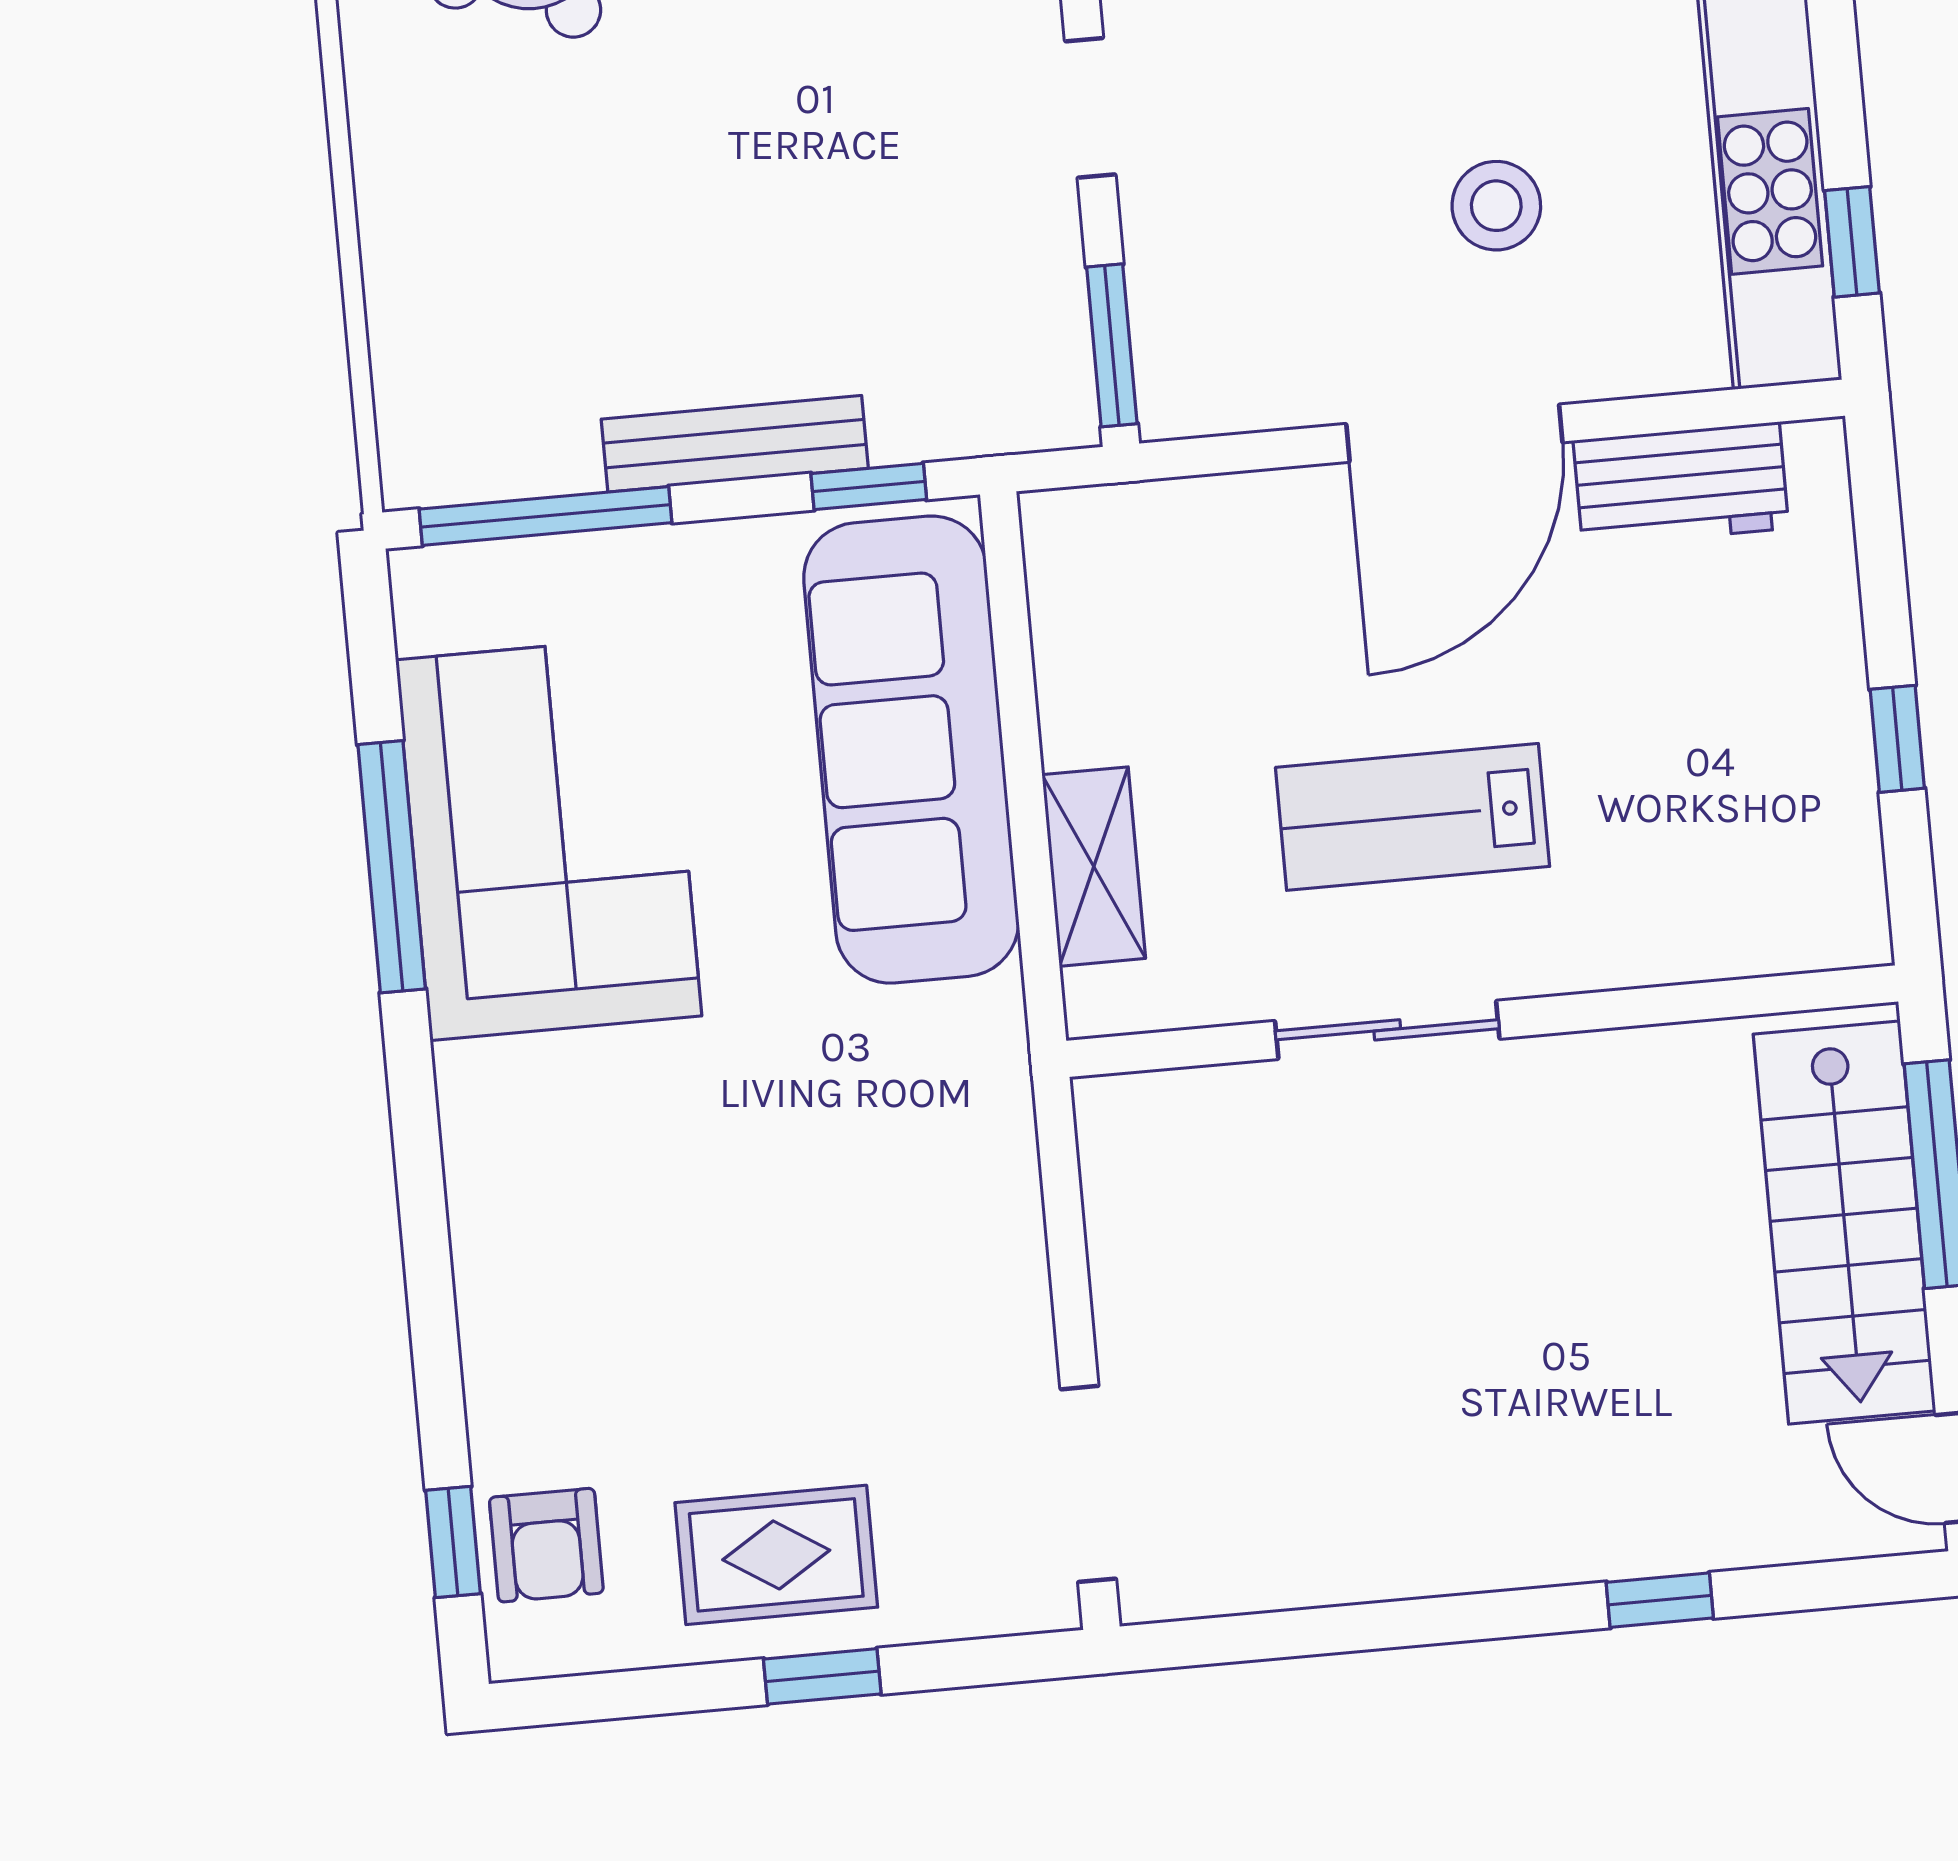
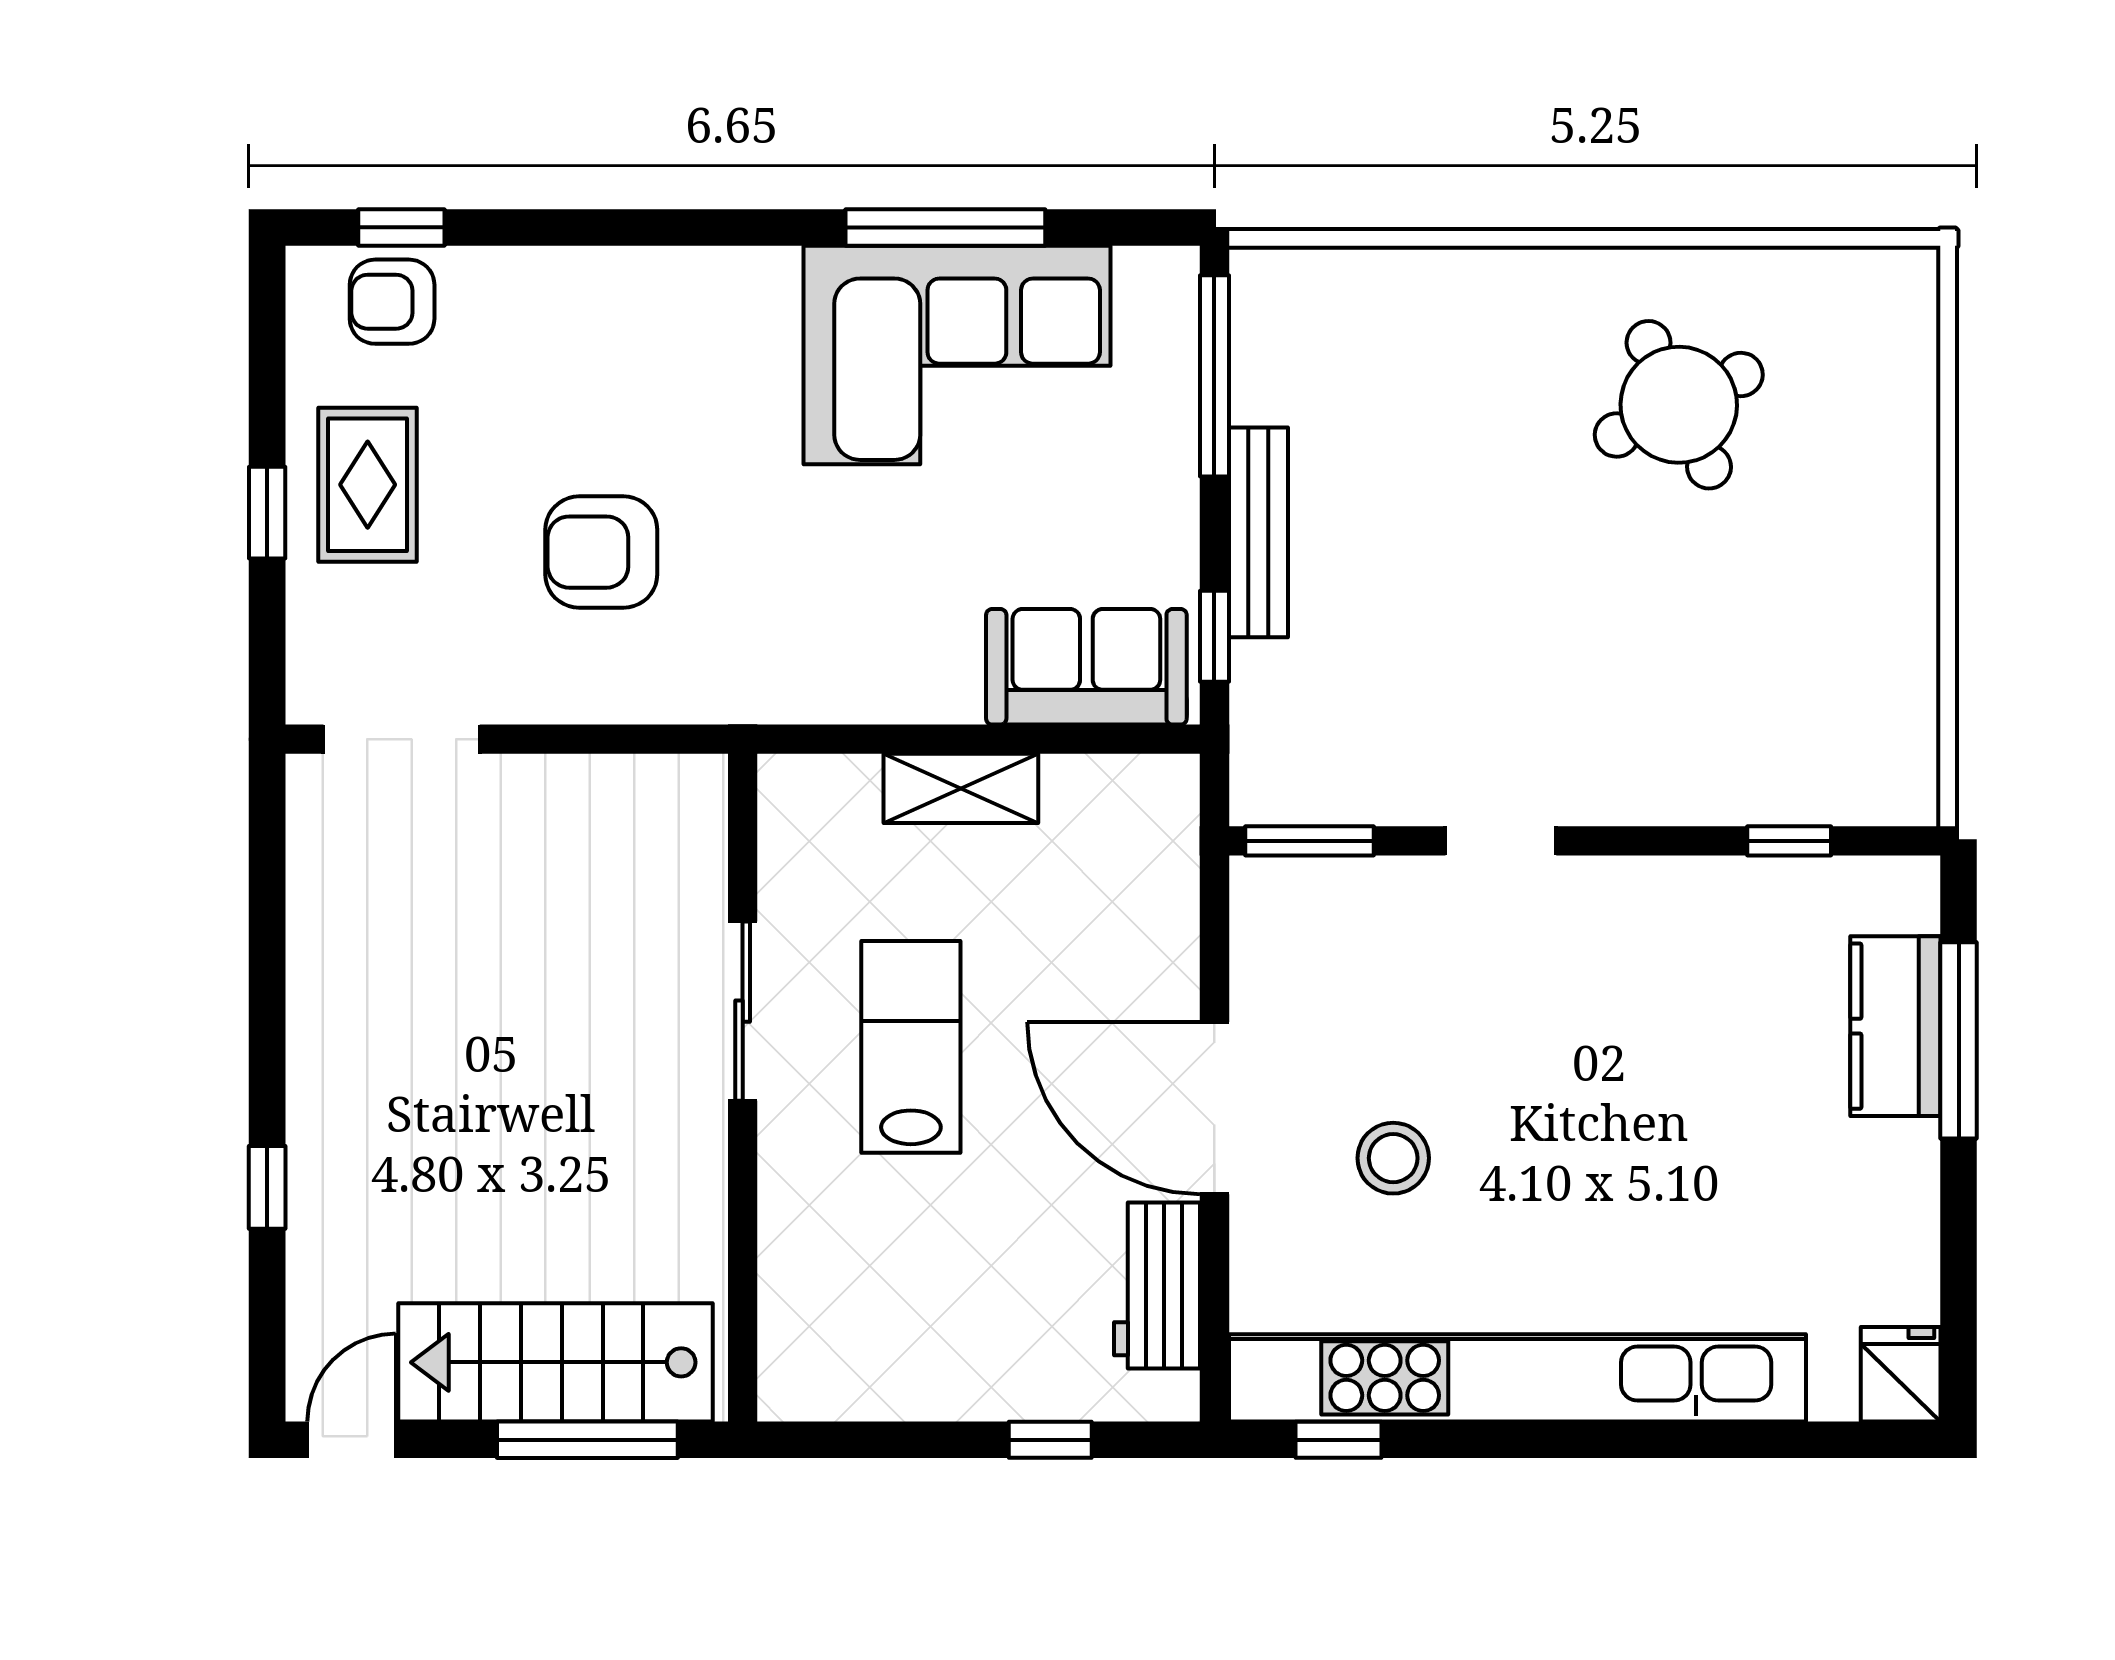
window: (1897, 739) -> (1050, 1440), moved
sofa: (911, 750) -> (1086, 667), width x0.54, depth x0.79
shelving: (1094, 867) -> (961, 788), moved
armchair: (833, 1257) -> (601, 552), added

